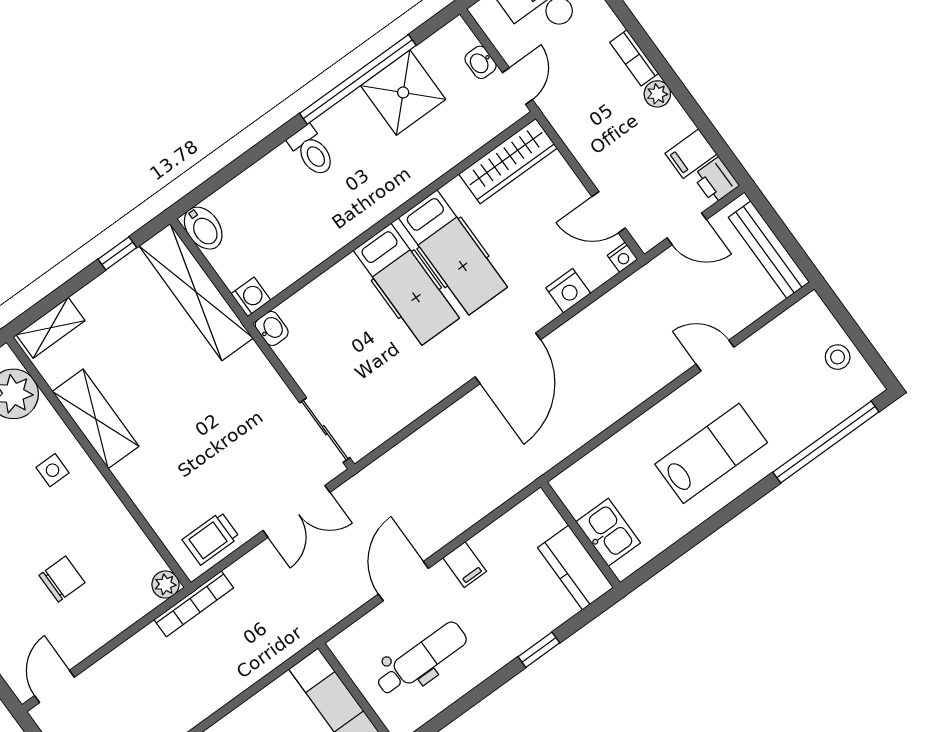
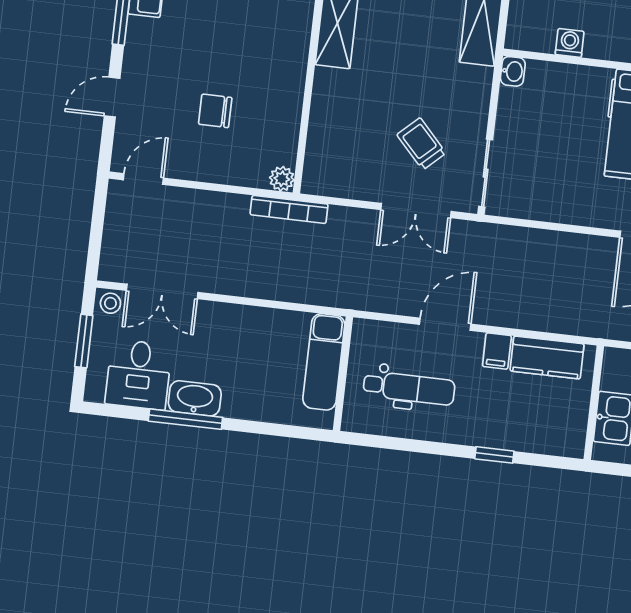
washing machine: (251, 297) -> (570, 43), moved, turned -90
side table: (52, 470) -> (276, 31), removed
trolley: (211, 538) -> (421, 144), moved, turned 47
kitchen counter: (576, 568) -> (547, 357), moved, turned -90
chair: (62, 579) -> (215, 111), turned 180

